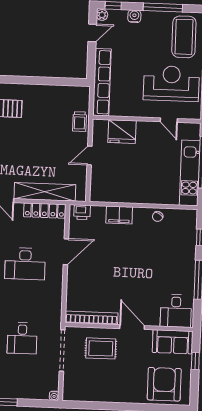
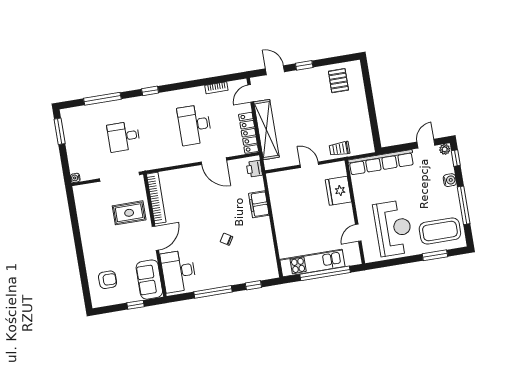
door: (92, 33) -> (426, 144), swing flipped
chair: (158, 216) -> (227, 239), moved
desk: (176, 311) -> (178, 271), width x1.37
rug: (101, 348) -> (129, 213), turned 90
armchair: (164, 384) -> (108, 280), width x0.53, depth x0.53

